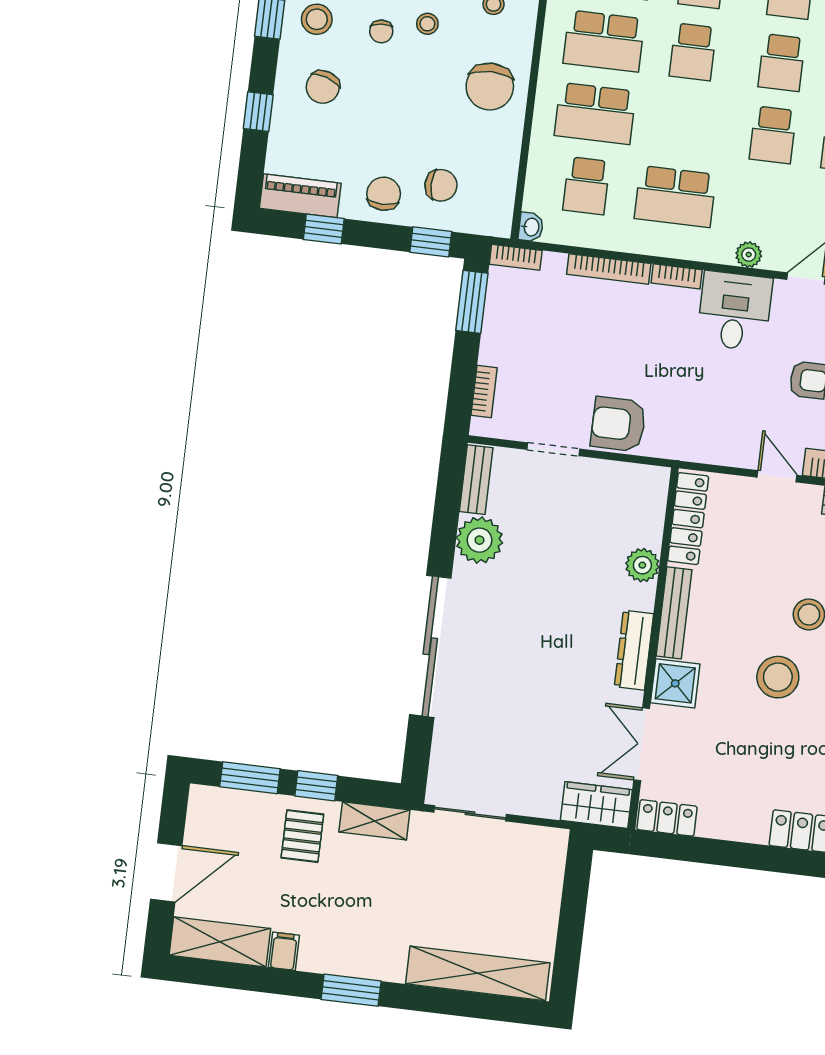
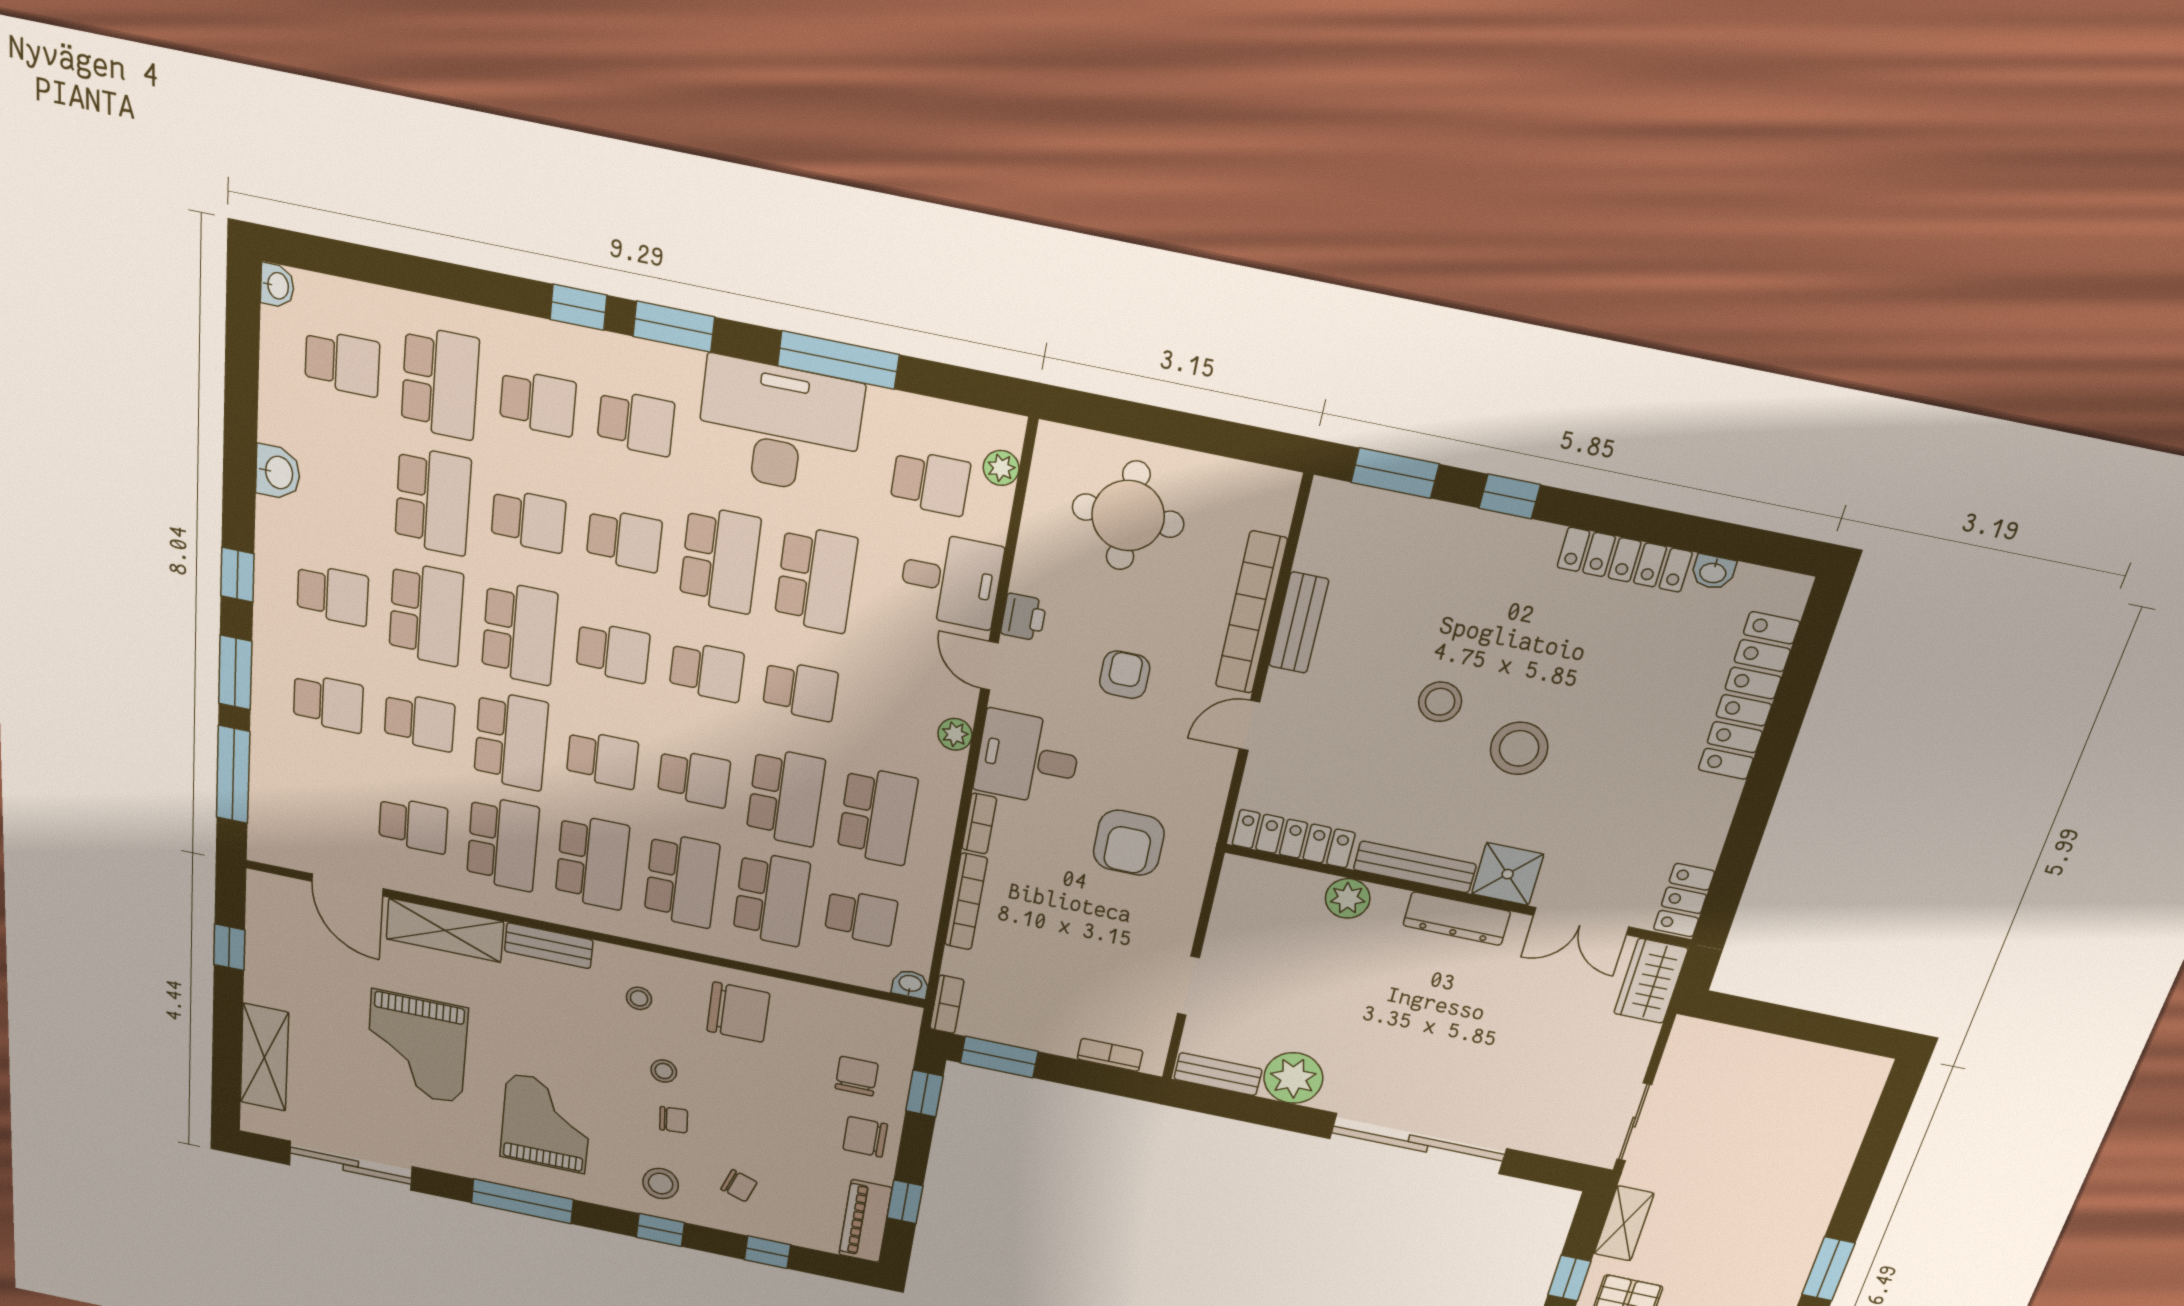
chair: (323, 87) -> (739, 1186), width x0.73, depth x0.73
school desk: (684, 124) -> (785, 797), added
armchair: (618, 424) -> (1129, 843), moved
shelving: (478, 973) -> (1840, 1134), removed

